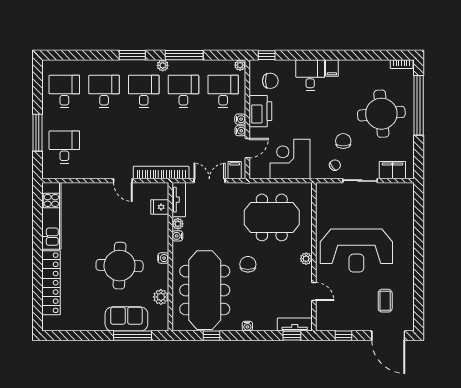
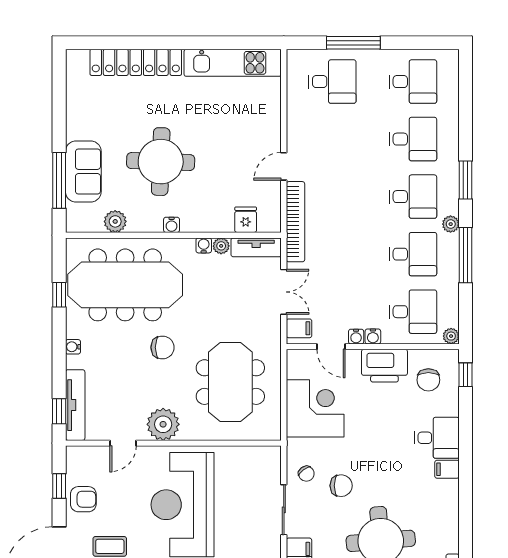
plant: (306, 259) -> (163, 424), width x1.87, depth x1.87
armchair: (353, 319) -> (83, 499), added
tv unit: (295, 325) -> (75, 405), width x1.41

